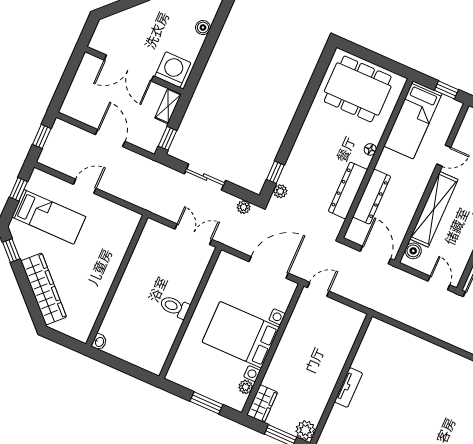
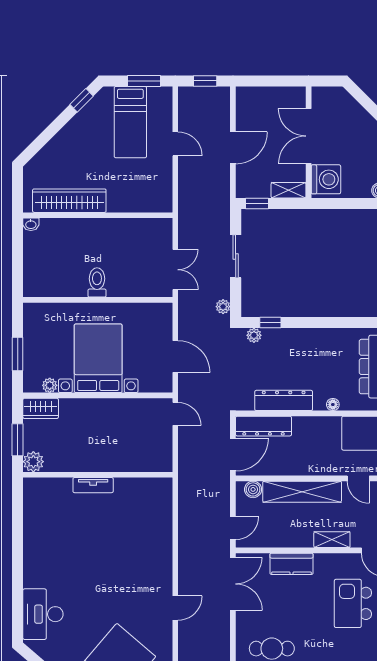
window: (18, 189) -> (144, 81), width x1.50
dresser: (372, 197) -> (263, 426), moved
door: (269, 267) -> (175, 357), width x0.73
wardrobe: (44, 289) -> (69, 201), moved, turned -135

